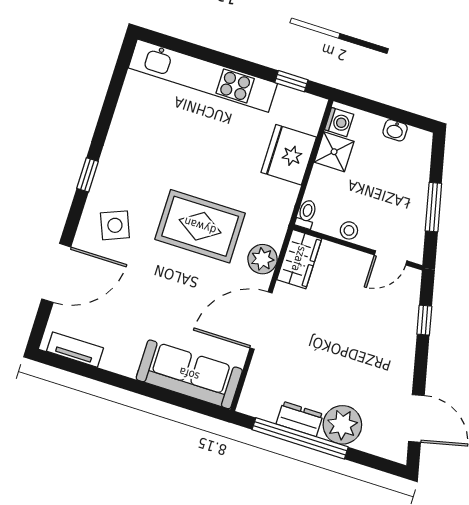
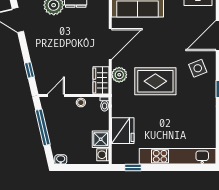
washbasin: (395, 130) -> (61, 159), moved
window: (433, 207) -> (43, 127), width x1.44

